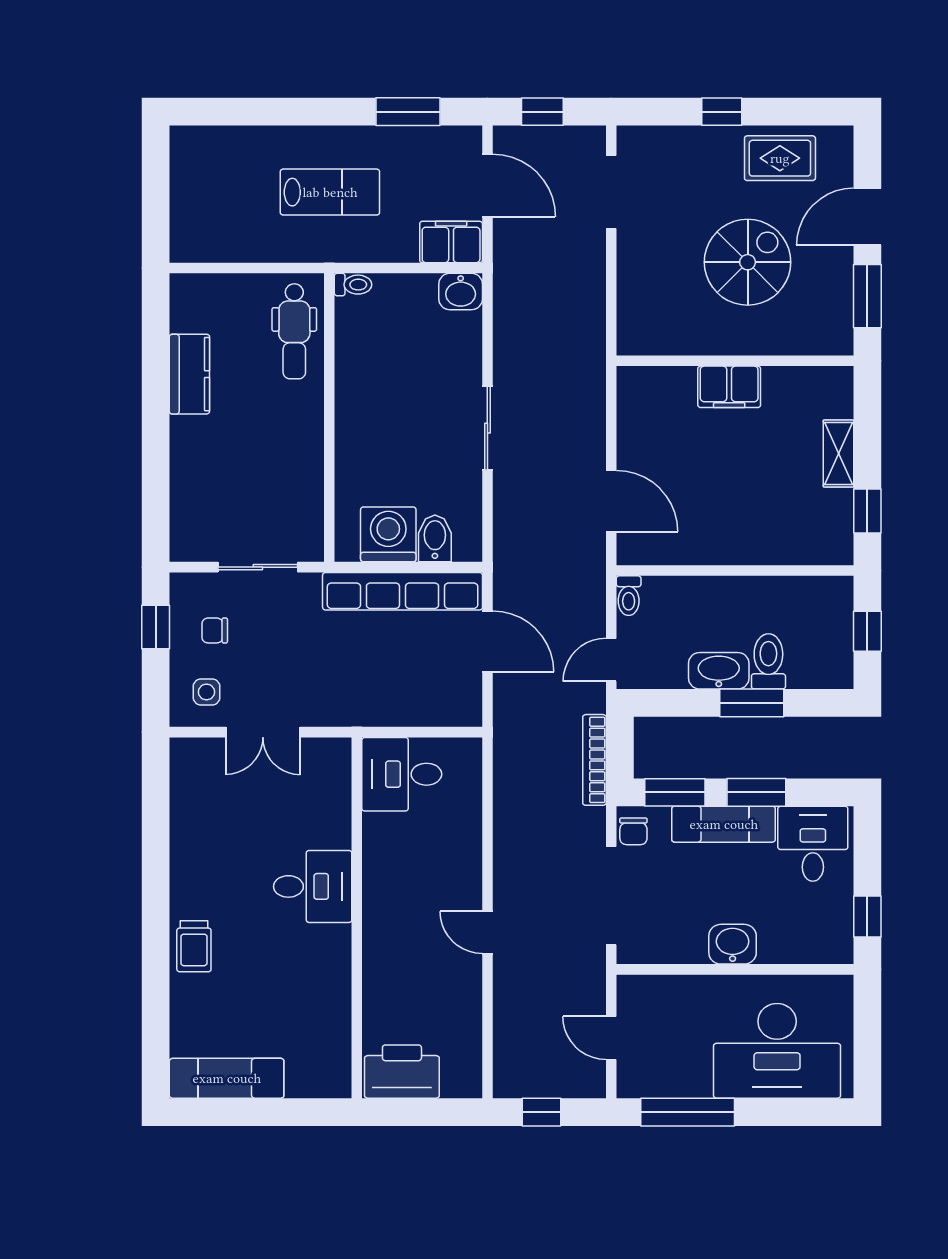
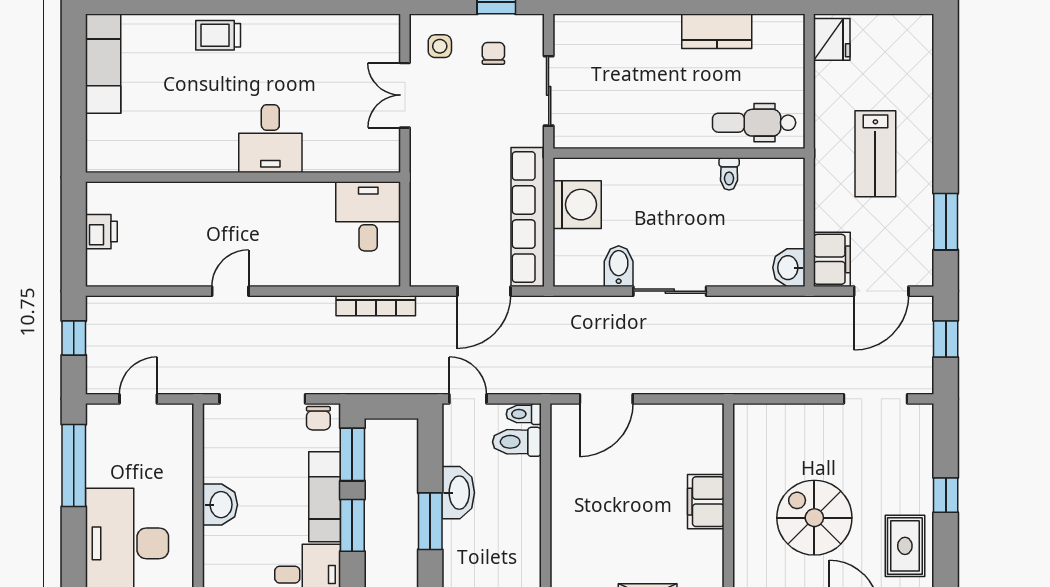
fridge: (199, 242) -> (832, 39), added
spiral stairs: (748, 262) -> (814, 518), turned 180
toilet: (353, 285) -> (729, 174), moved
bidet: (435, 538) -> (619, 266), moved, turned -90
toilet: (768, 661) -> (517, 442), moved, turned 180
bookcase: (594, 760) -> (376, 306), moved, turned 180
chair: (633, 831) -> (318, 418), turned -90
printer: (402, 1072) -> (101, 232), width x0.53, depth x0.68

